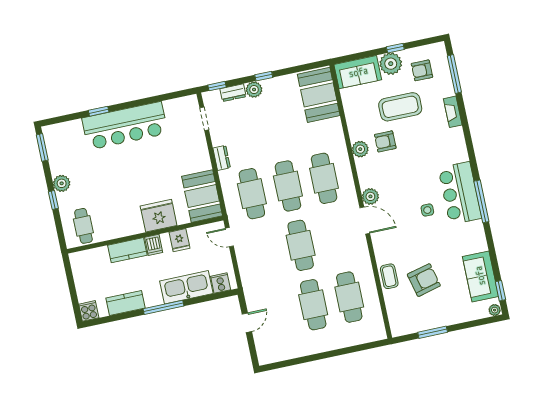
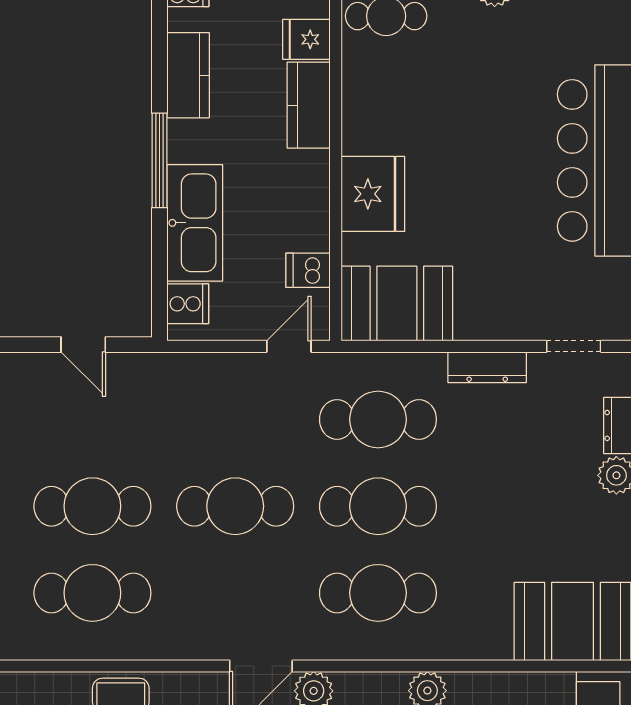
dresser: (222, 158) -> (487, 367), width x1.44
fridge: (180, 240) -> (306, 39), moved
dishwasher: (154, 245) -> (308, 270), moved

